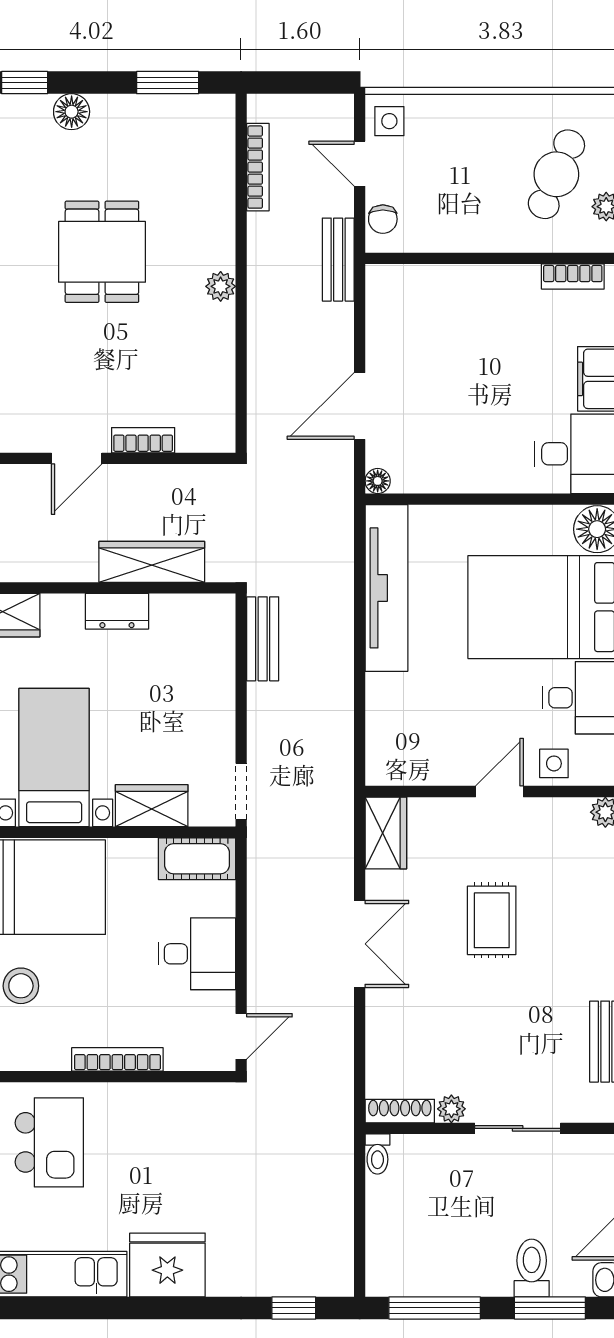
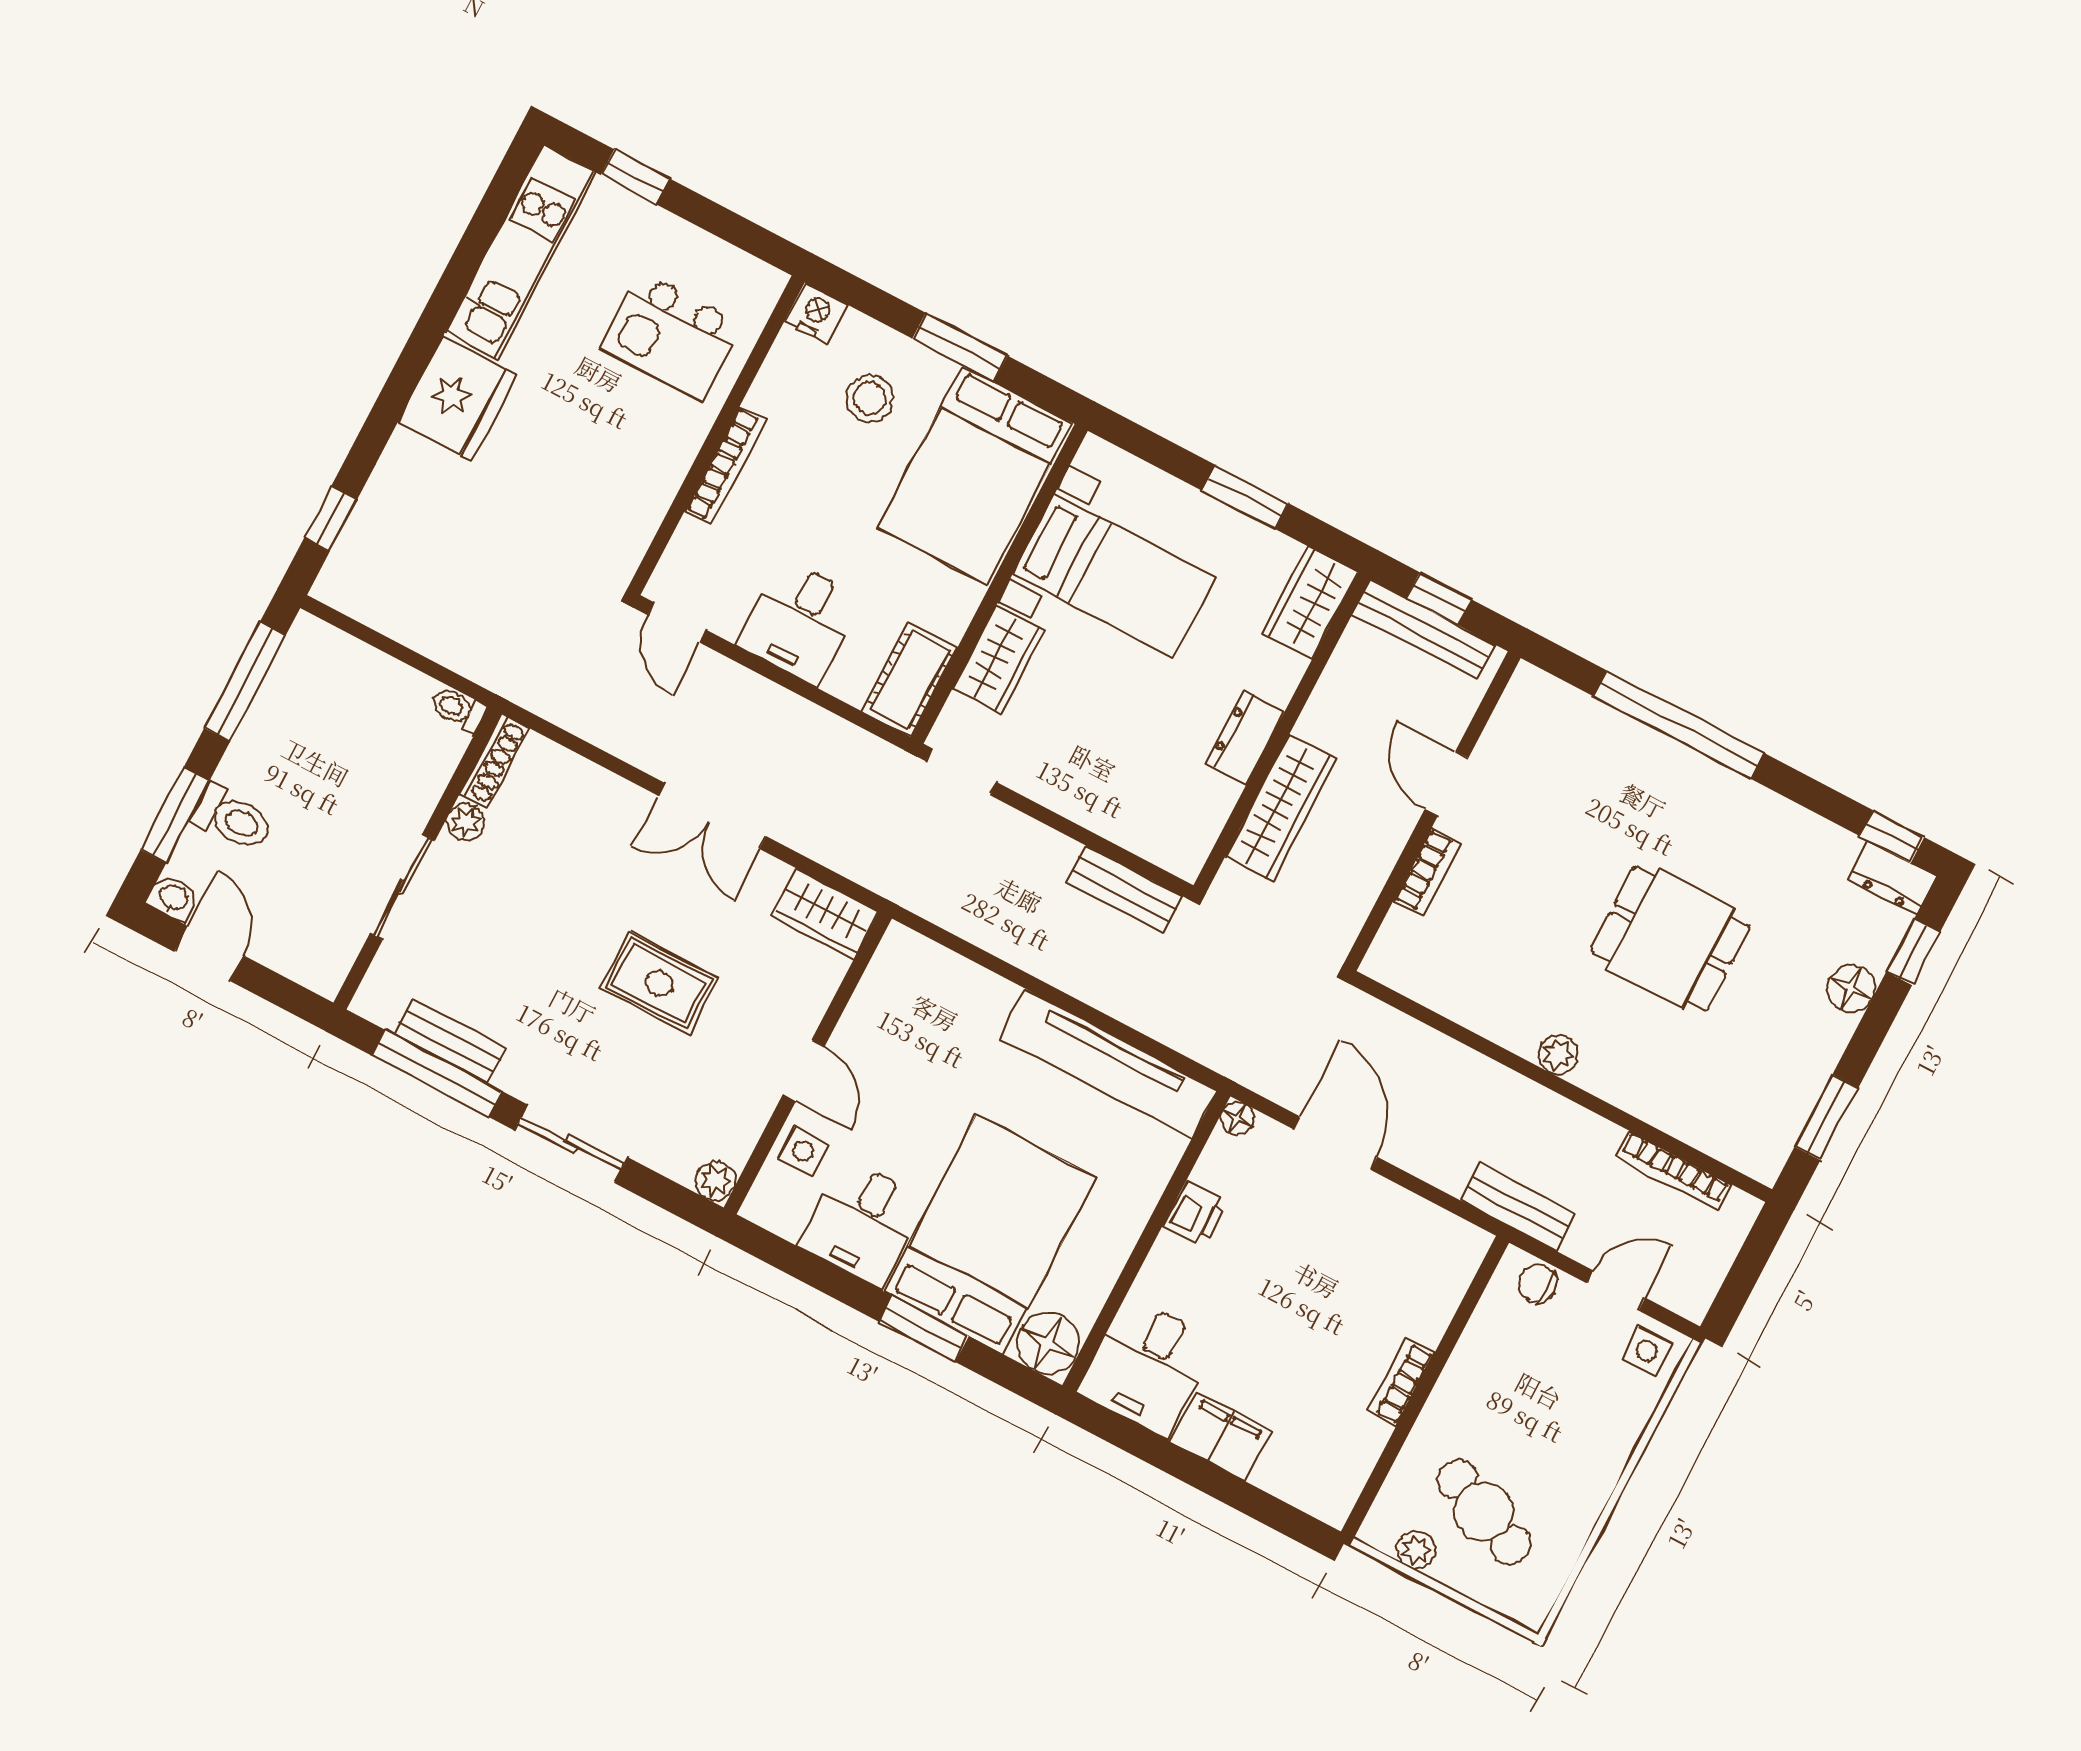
bookcase: (573, 277) -> (1401, 1382), moved
printer: (457, 476) -> (1195, 1214), added

